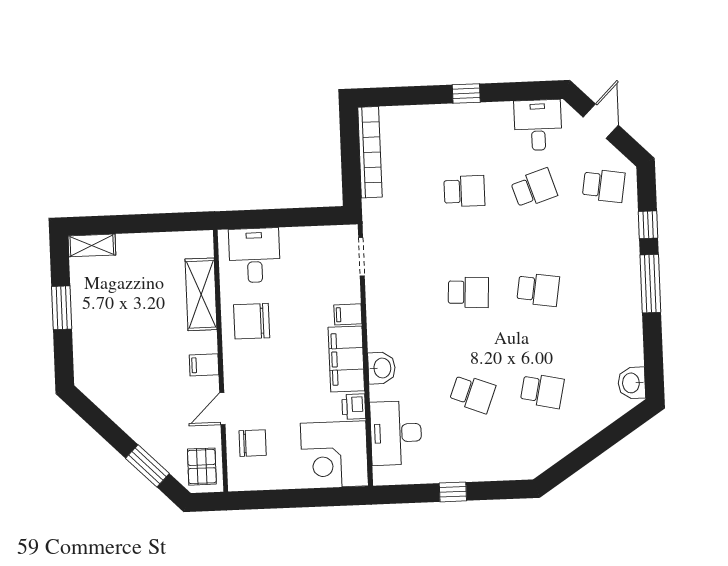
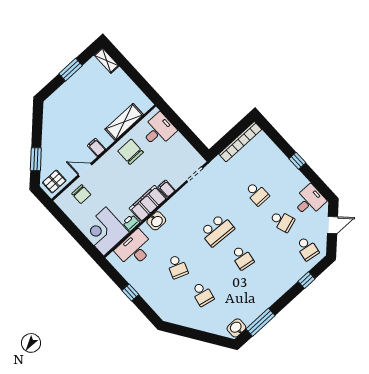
window: (650, 284) -> (260, 322), moved
school desk: (468, 292) -> (217, 230), width x1.85

